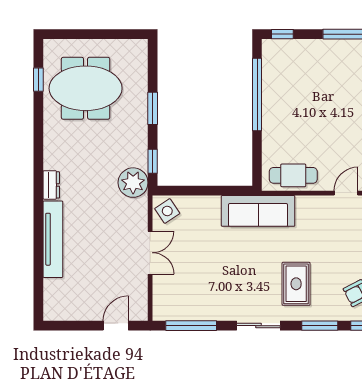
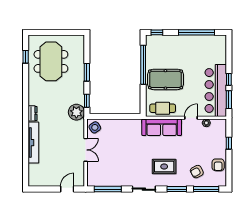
meeting table: (86, 88) -> (51, 61), turned 90
pool table: (299, 122) -> (165, 79), added
sofa: (258, 211) -> (162, 127), moved
rug: (296, 284) -> (164, 167), turned 90

